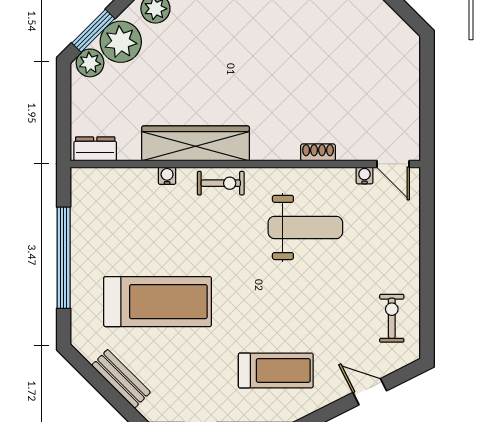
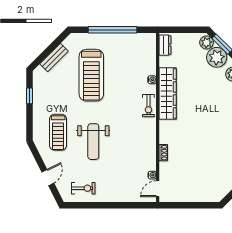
weight bench: (305, 227) -> (93, 142), moved

